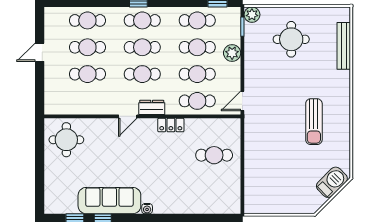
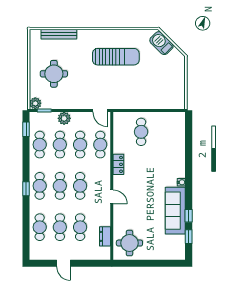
dresser: (152, 107) -> (105, 236), moved
sun lounger: (314, 122) -> (116, 57), width x1.36, depth x1.34

